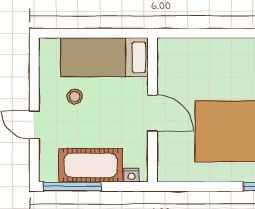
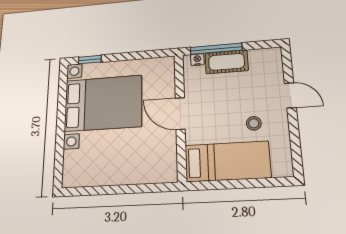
cot: (91, 165) -> (227, 62), width x0.73, depth x0.75
window: (72, 187) -> (216, 49), moved

